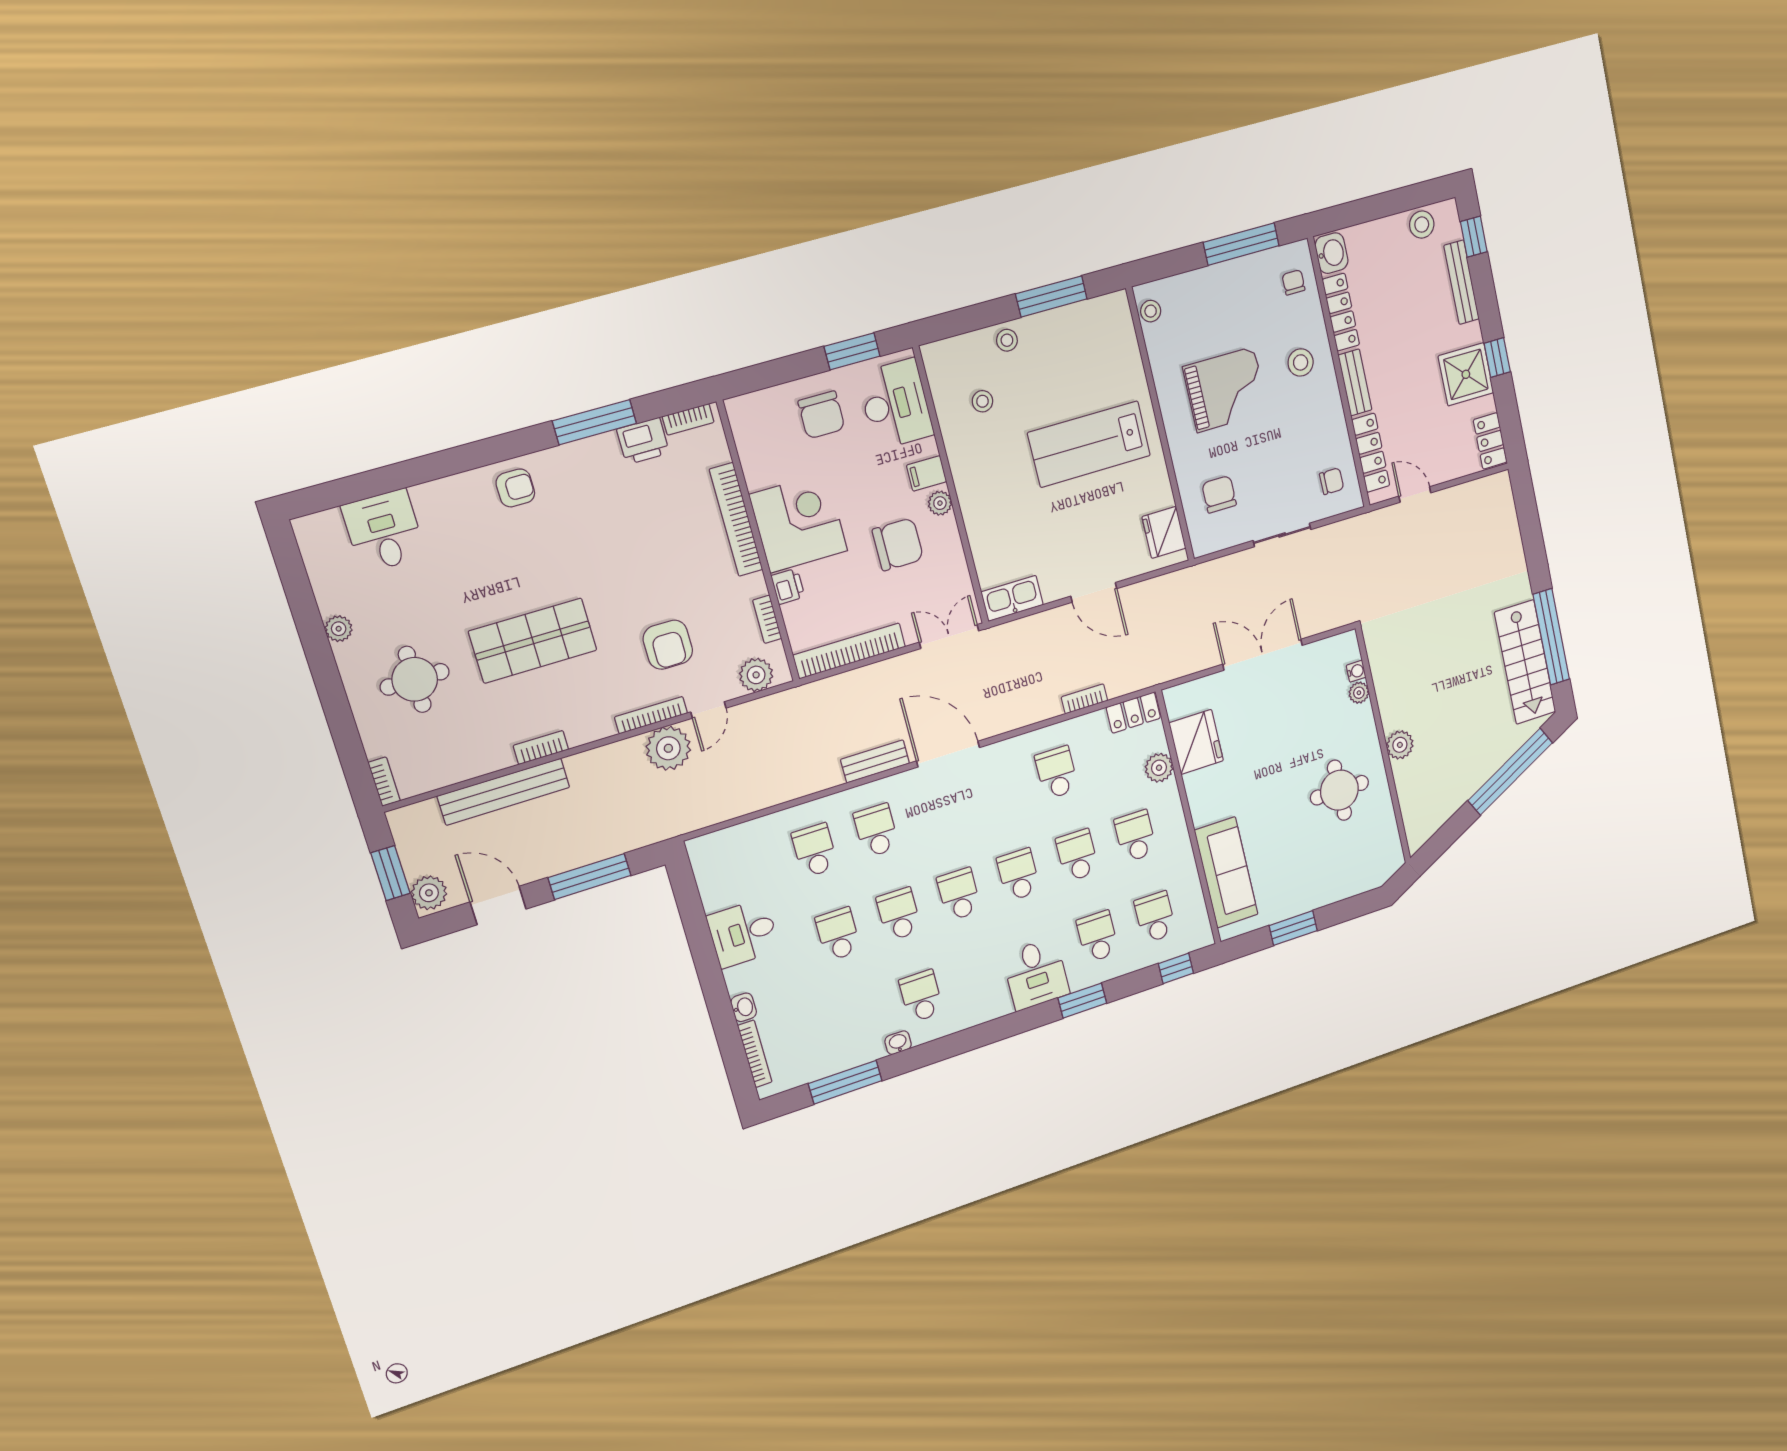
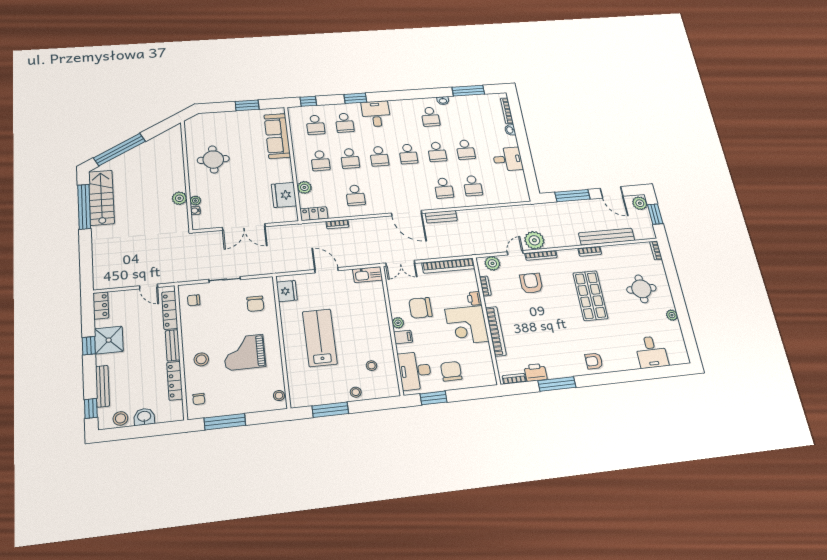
washbasin: (1331, 253) -> (144, 417), moved, turned 90
lab bench: (1089, 444) -> (320, 338), turned -90
shop shelf: (533, 641) -> (590, 296), turned 90
plant: (1400, 745) -> (179, 198), moved

